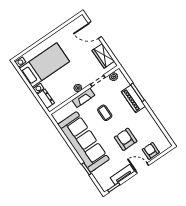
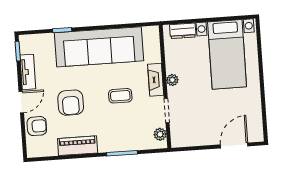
wardrobe: (103, 56) -> (194, 137), removed
piano: (133, 99) -> (78, 146), moved
armchair: (126, 139) -> (71, 103), turned 90

